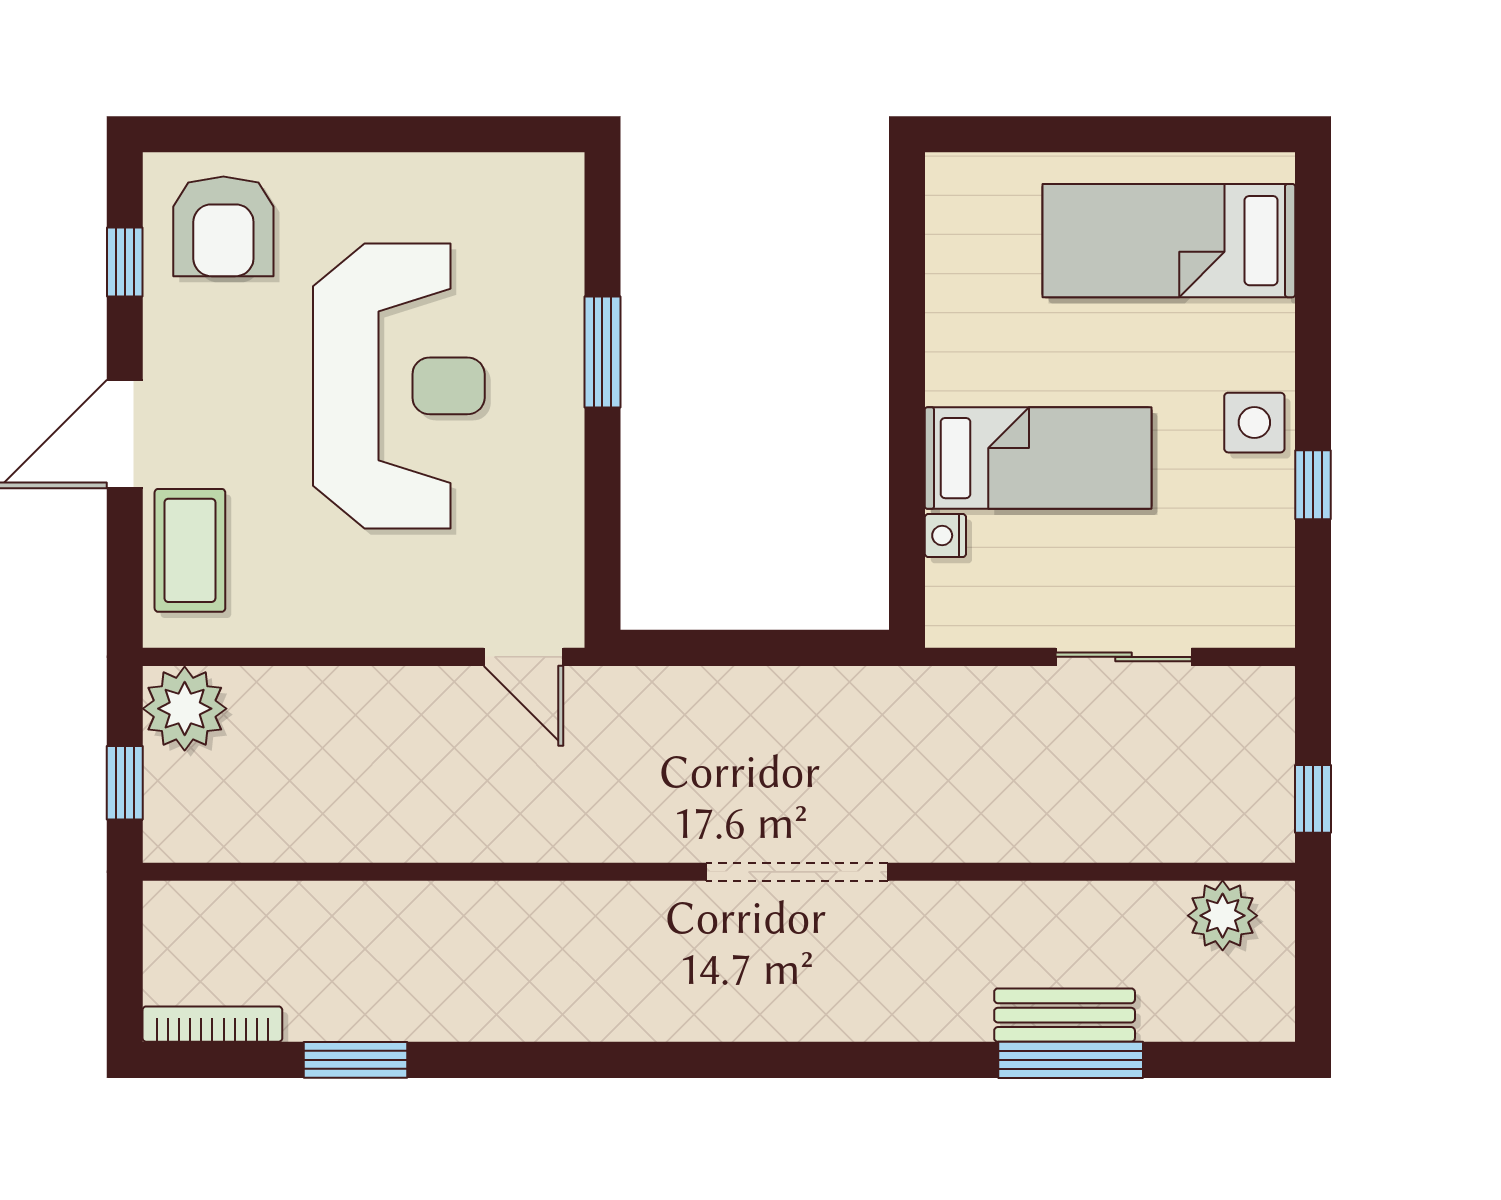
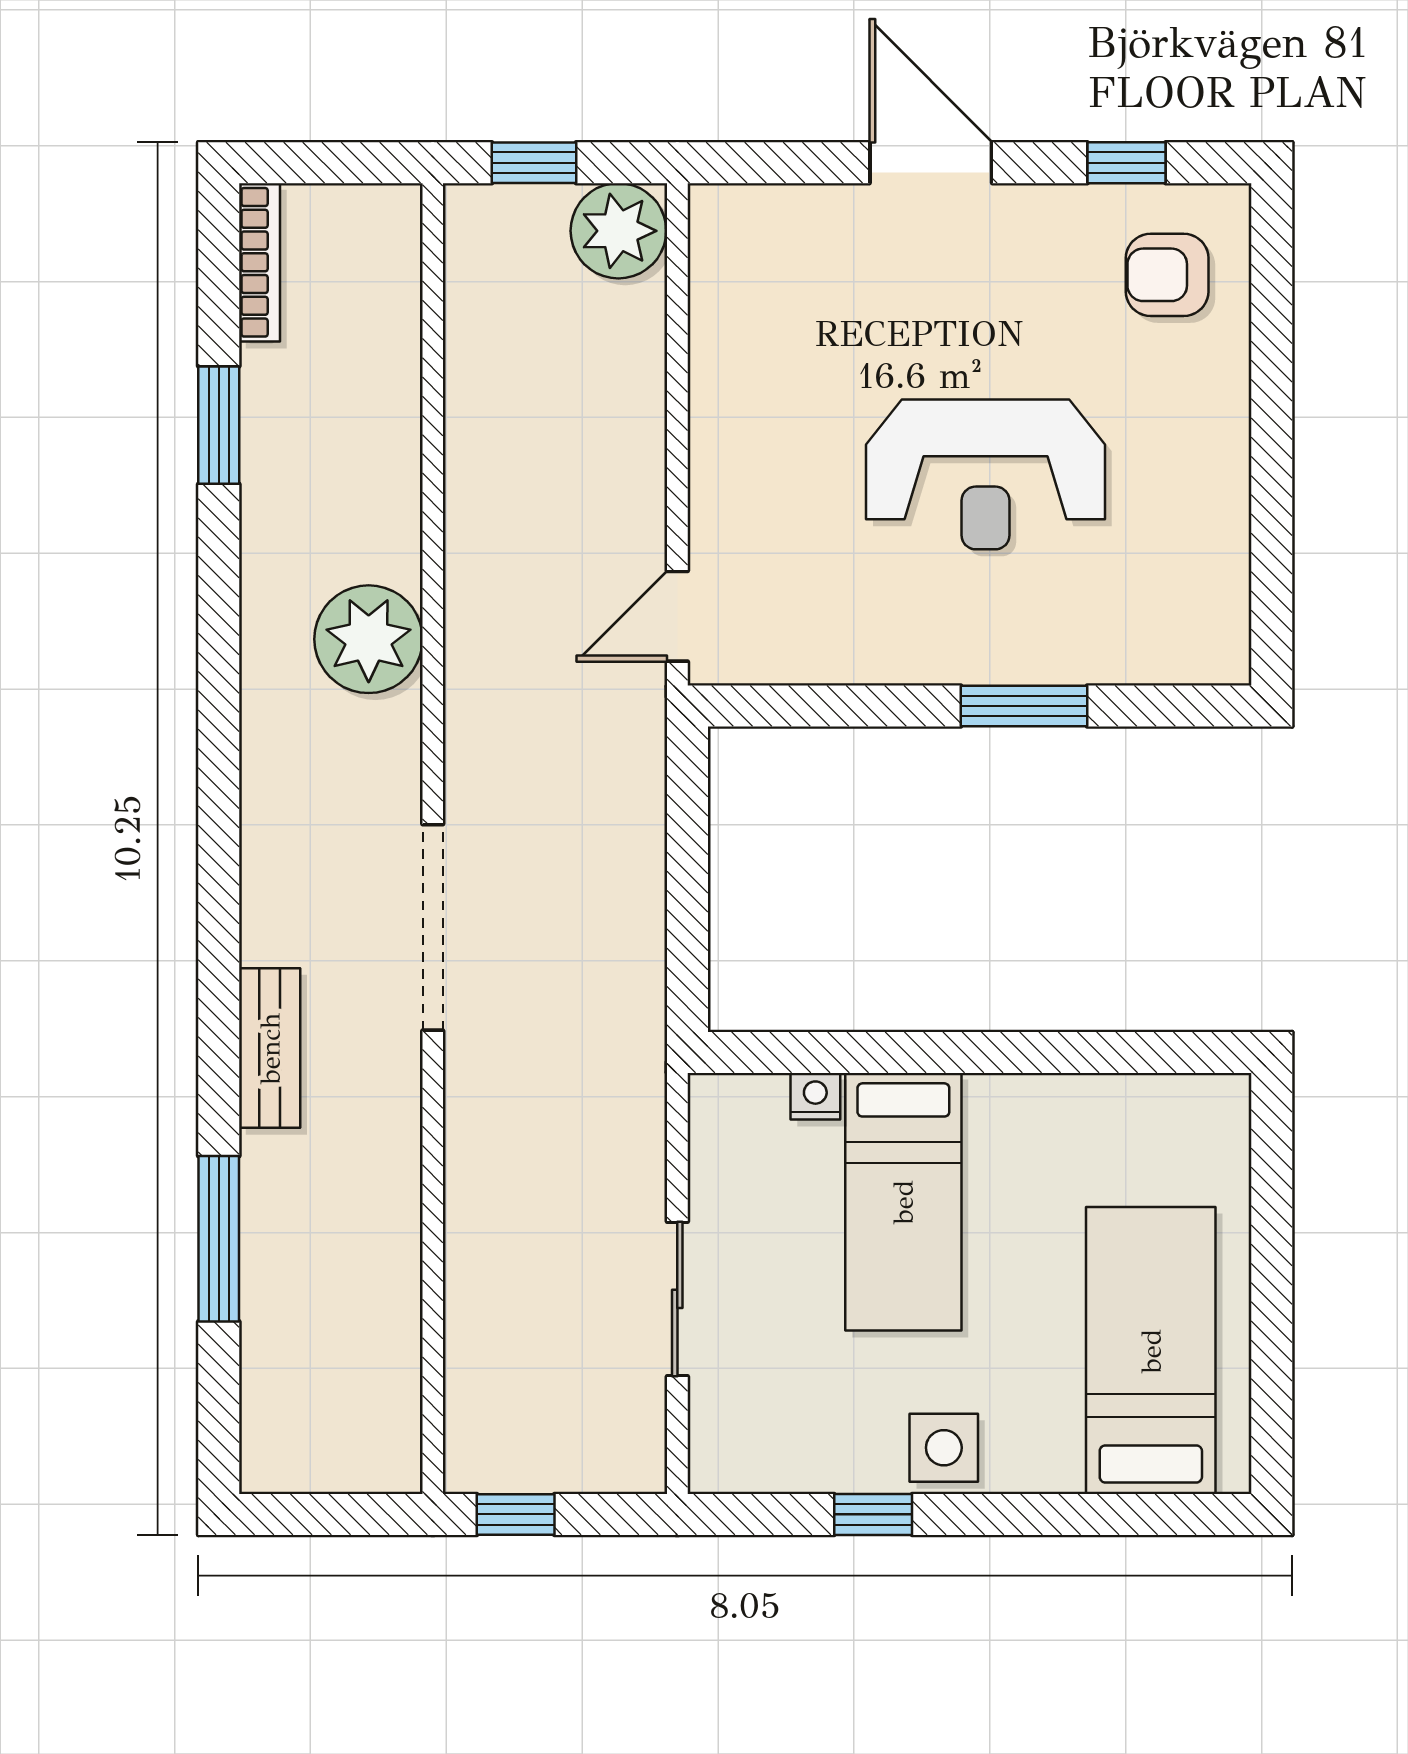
armchair: (223, 226) -> (1167, 275), width x0.72, depth x0.72
reception desk: (399, 386) -> (986, 474), width x0.74, depth x0.77
coffee table: (190, 550) -> (798, 237), removed
plant: (1223, 916) -> (369, 639), moved, width x1.36, depth x1.36
bench: (1065, 1015) -> (270, 1048), moved

